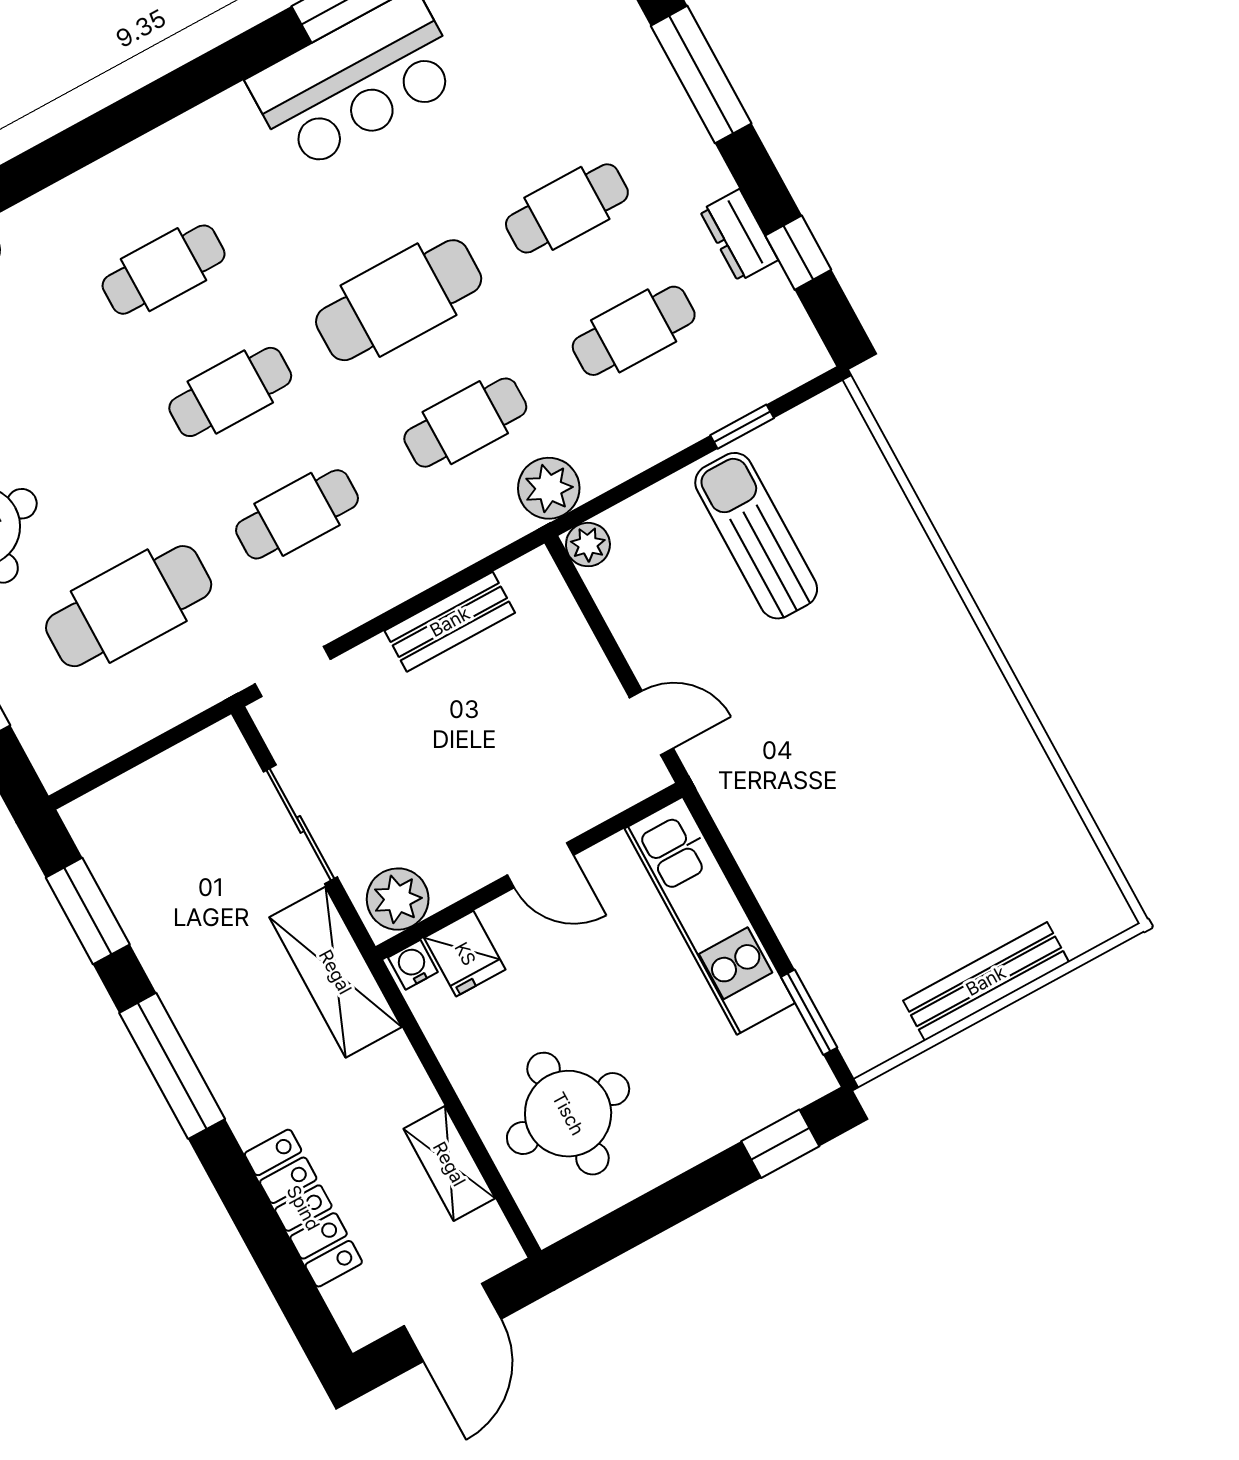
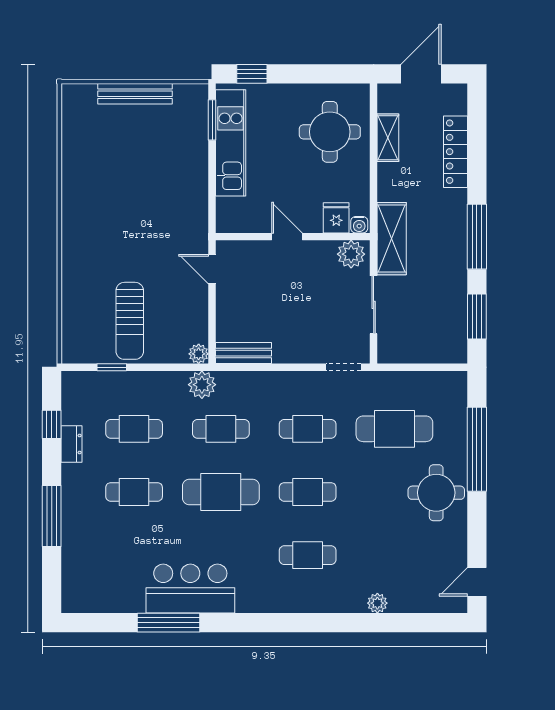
bench: (450, 622) -> (243, 353), moved
kitchen unit: (710, 916) -> (231, 143), moved

